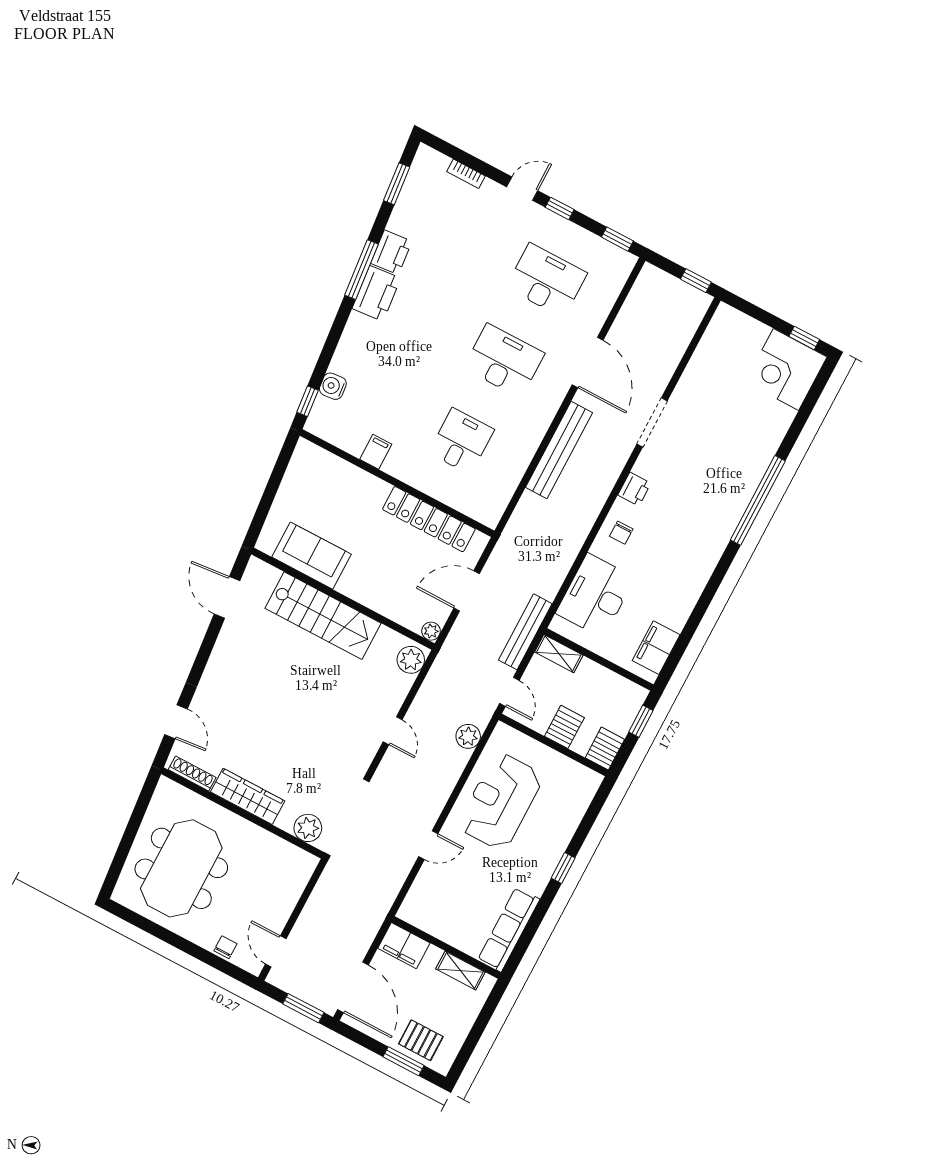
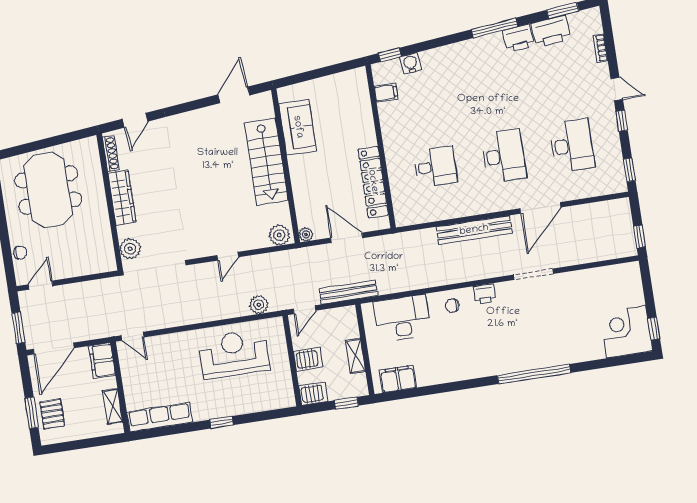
printer: (376, 293) -> (551, 31), moved
filing cabinet: (376, 452) -> (386, 93), moved
shelving: (559, 654) -> (355, 356), moved
door: (428, 845) -> (133, 336), moved
meeting table: (181, 868) -> (48, 190), turned 90

